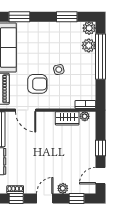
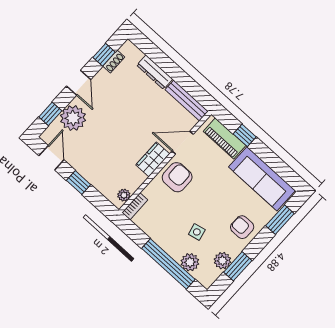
plant: (89, 28) -> (222, 261), moved
armchair: (43, 34) -> (242, 227), added
side table: (59, 70) -> (197, 232), moved
armchair: (37, 84) -> (177, 177), moved, turned 180
wardrobe: (67, 118) -> (153, 159), moved
plant: (63, 188) -> (73, 118), width x1.88, depth x1.88

